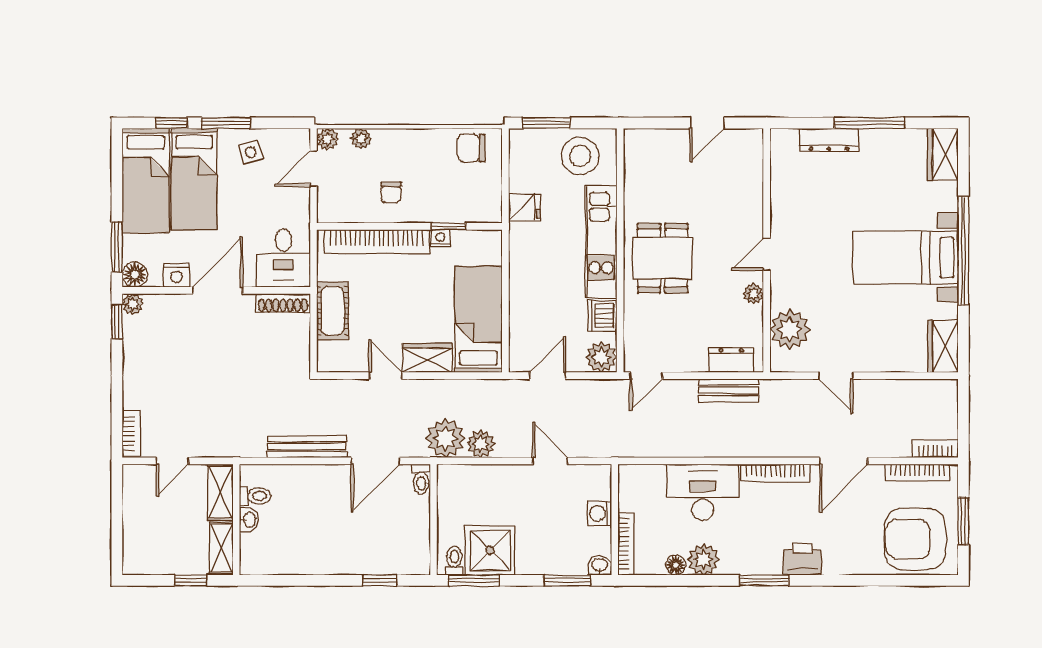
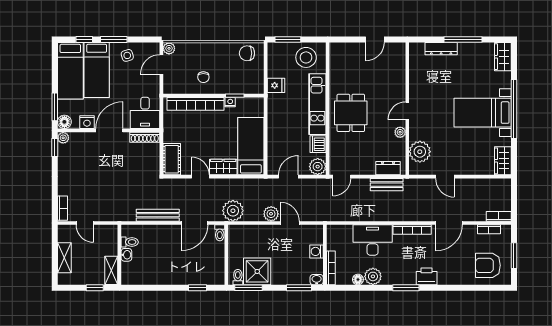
plant: (361, 138) -> (187, 48), removed
cot: (333, 311) -> (172, 159), moved
plant: (481, 444) -> (271, 214), moved
door: (172, 461) -> (85, 223), hinge flipped
bookcase: (917, 472) -> (489, 229), width x0.64
shelving: (220, 492) -> (64, 258), moved
armchair: (915, 539) -> (488, 265), width x0.73, depth x0.73

